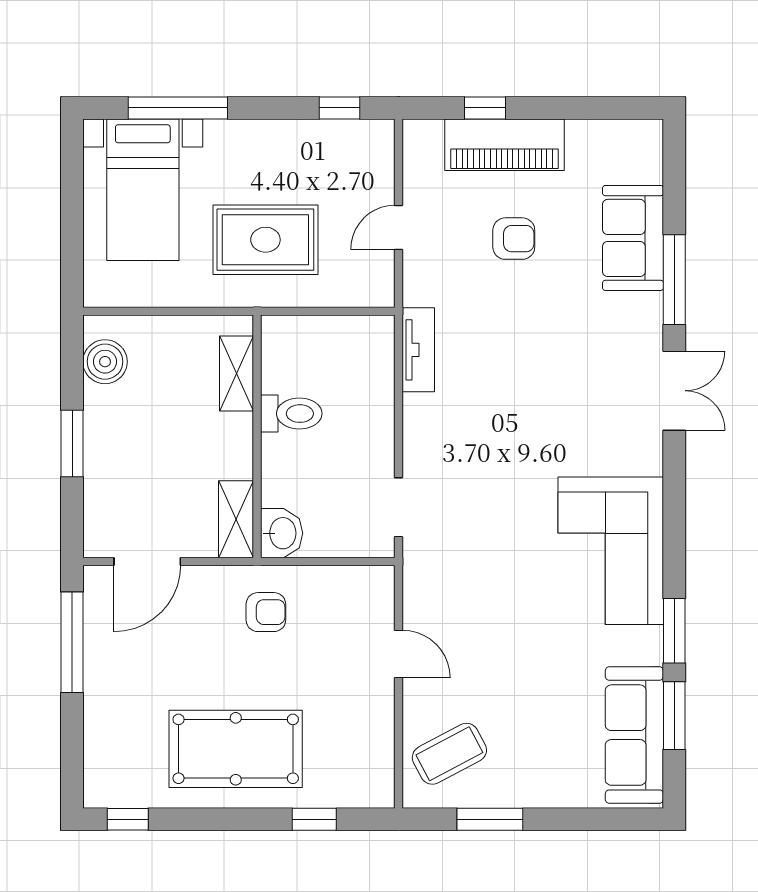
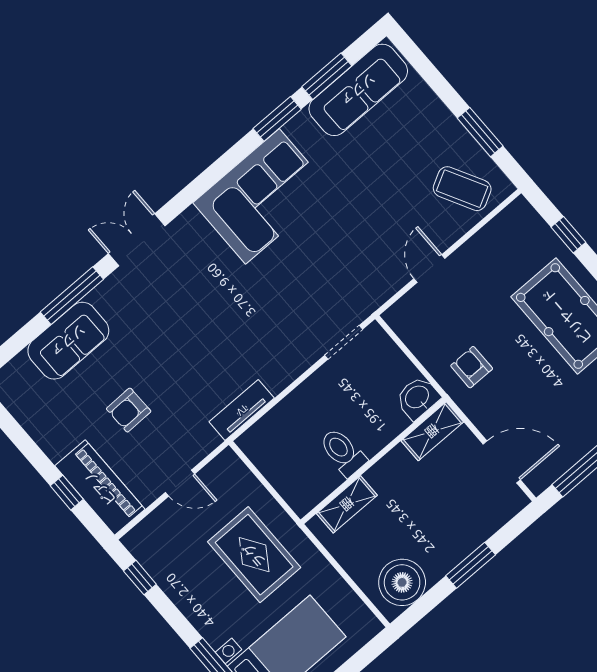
piano: (504, 145) -> (100, 488), moved
armchair: (514, 239) -> (129, 410), turned -91
boiler: (105, 362) -> (402, 582), width x1.37, depth x1.37

